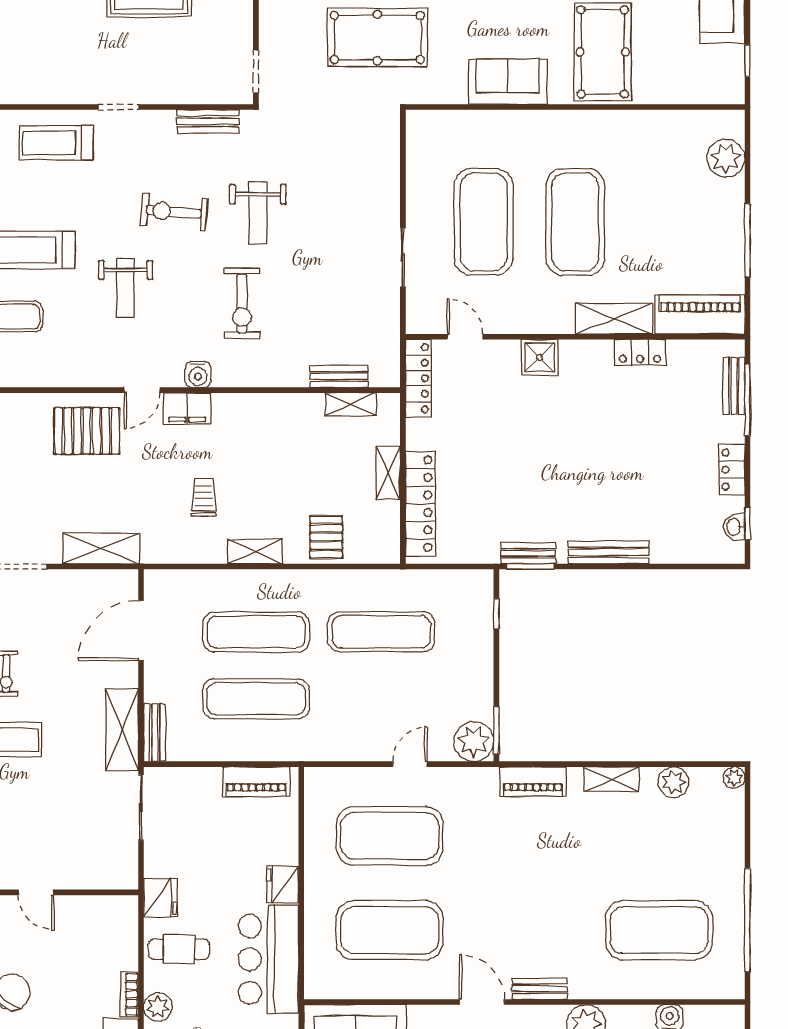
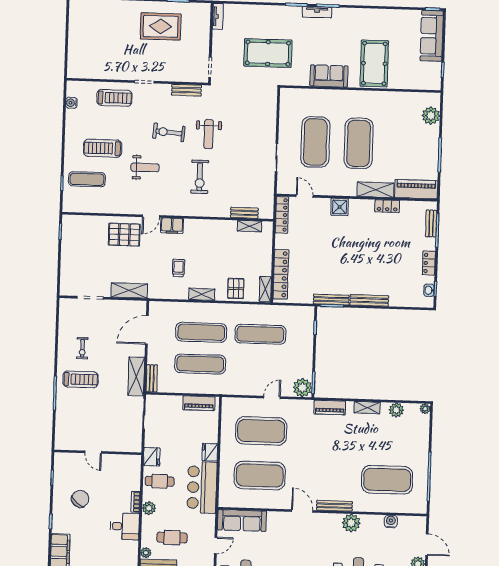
treadmill: (56, 143) -> (114, 98), turned 180
weight bench: (126, 288) -> (145, 168), turned -90
water cooler: (198, 374) -> (178, 210), removed
shelving: (388, 473) -> (265, 289), moved
bench: (528, 553) -> (331, 299), width x1.36
bench: (539, 989) -> (334, 506), width x1.36

